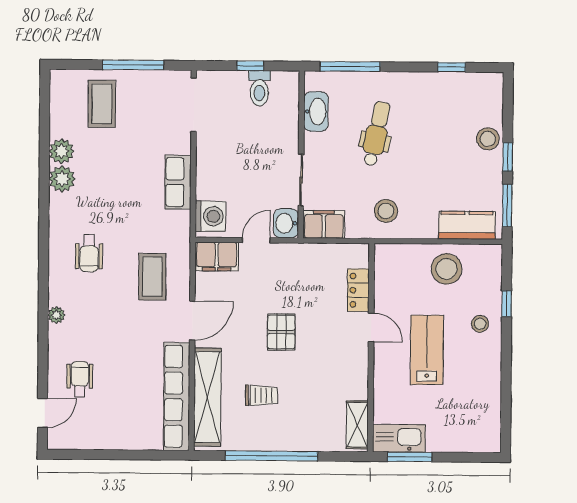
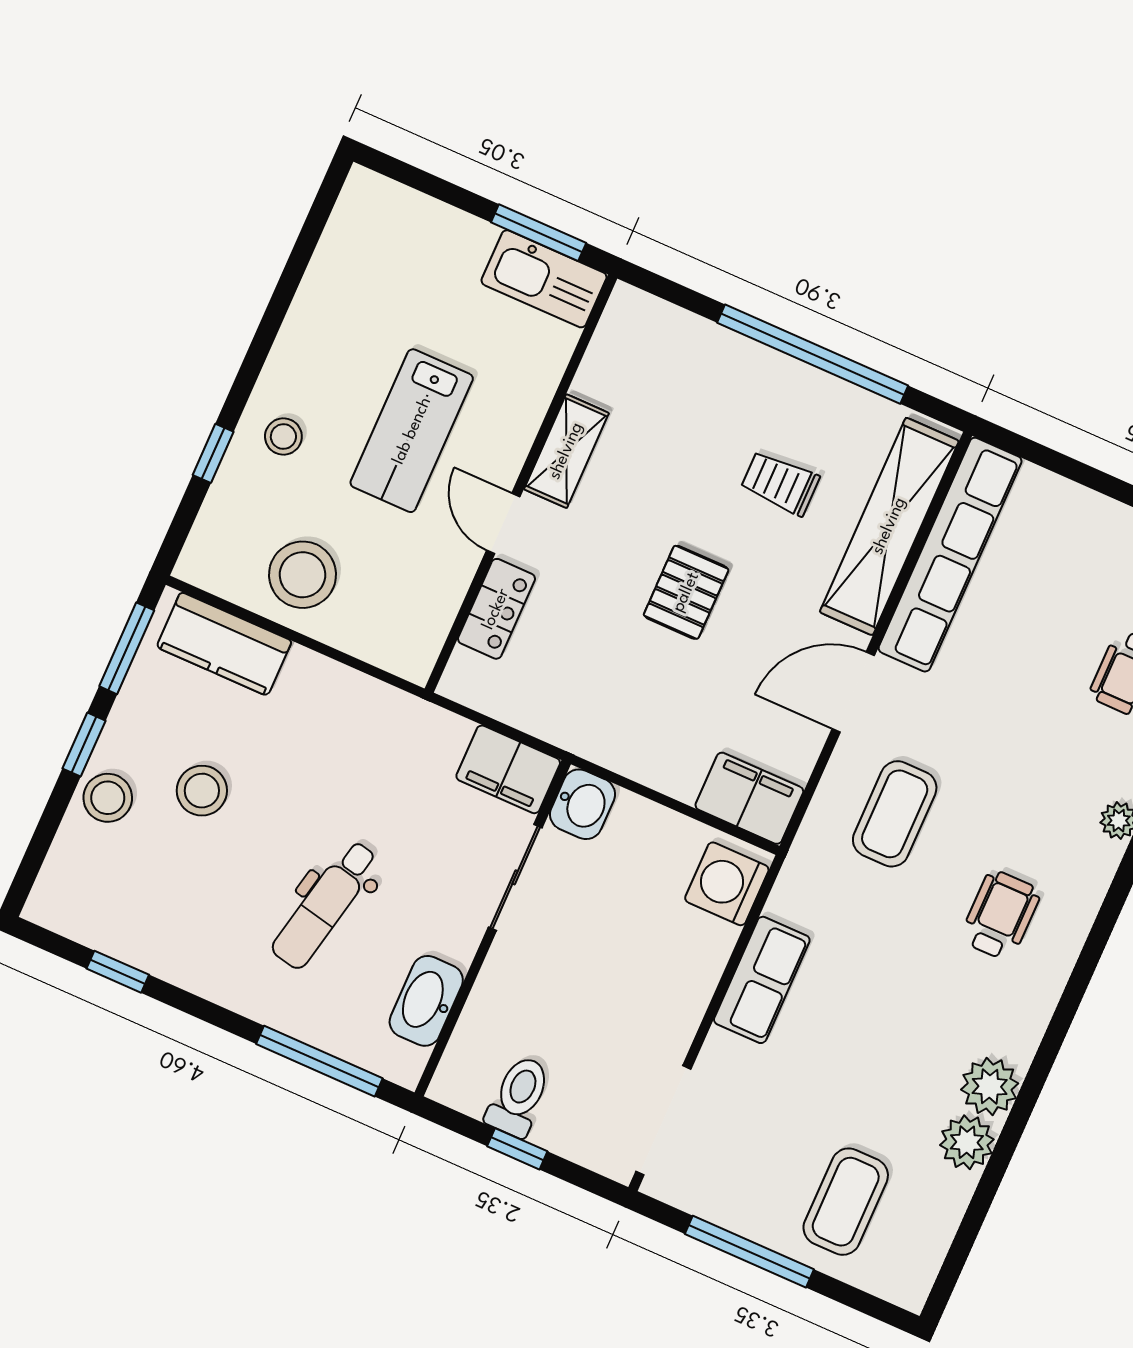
stool: (386, 211) -> (202, 791), moved
door: (256, 240) -> (656, 797), removed
shelving: (357, 425) -> (566, 451), moved

